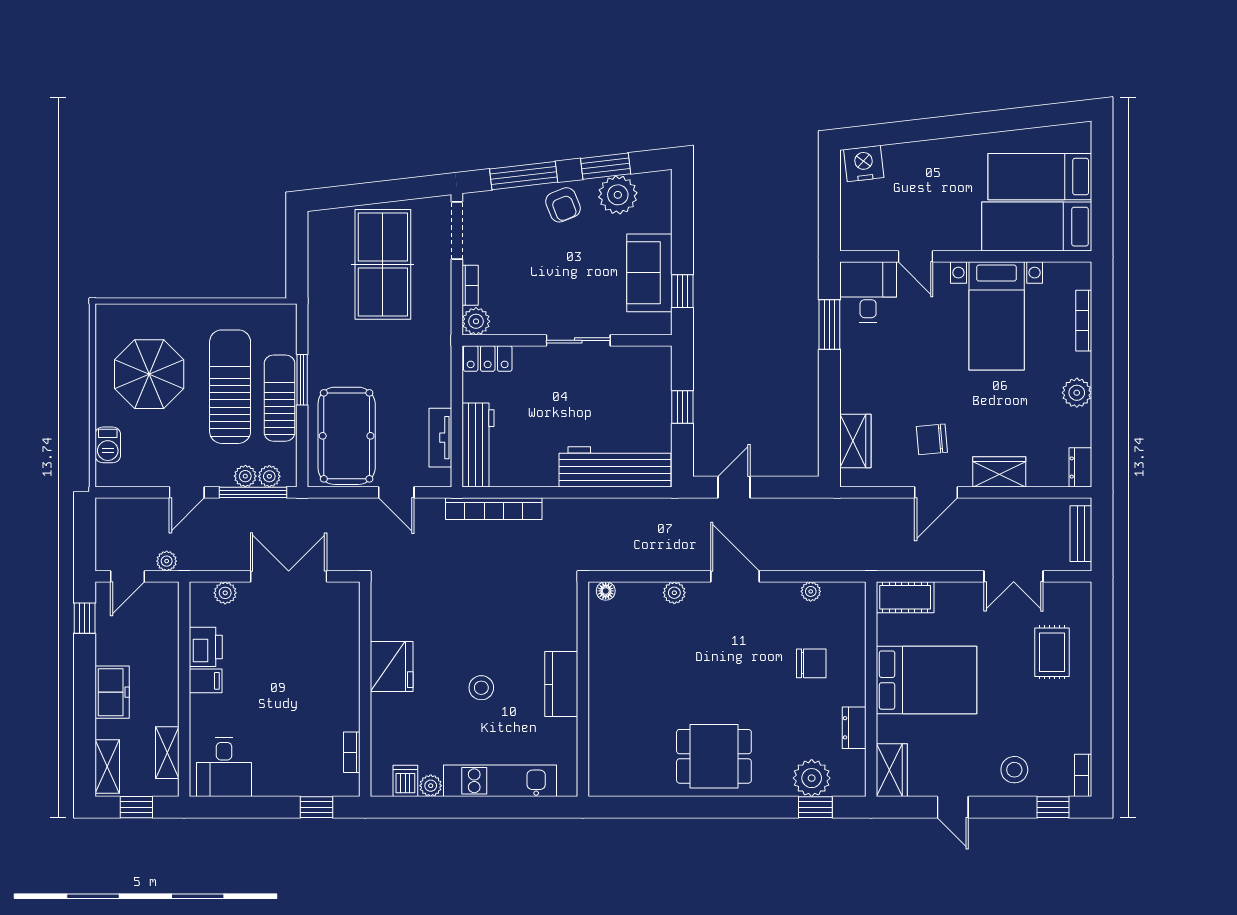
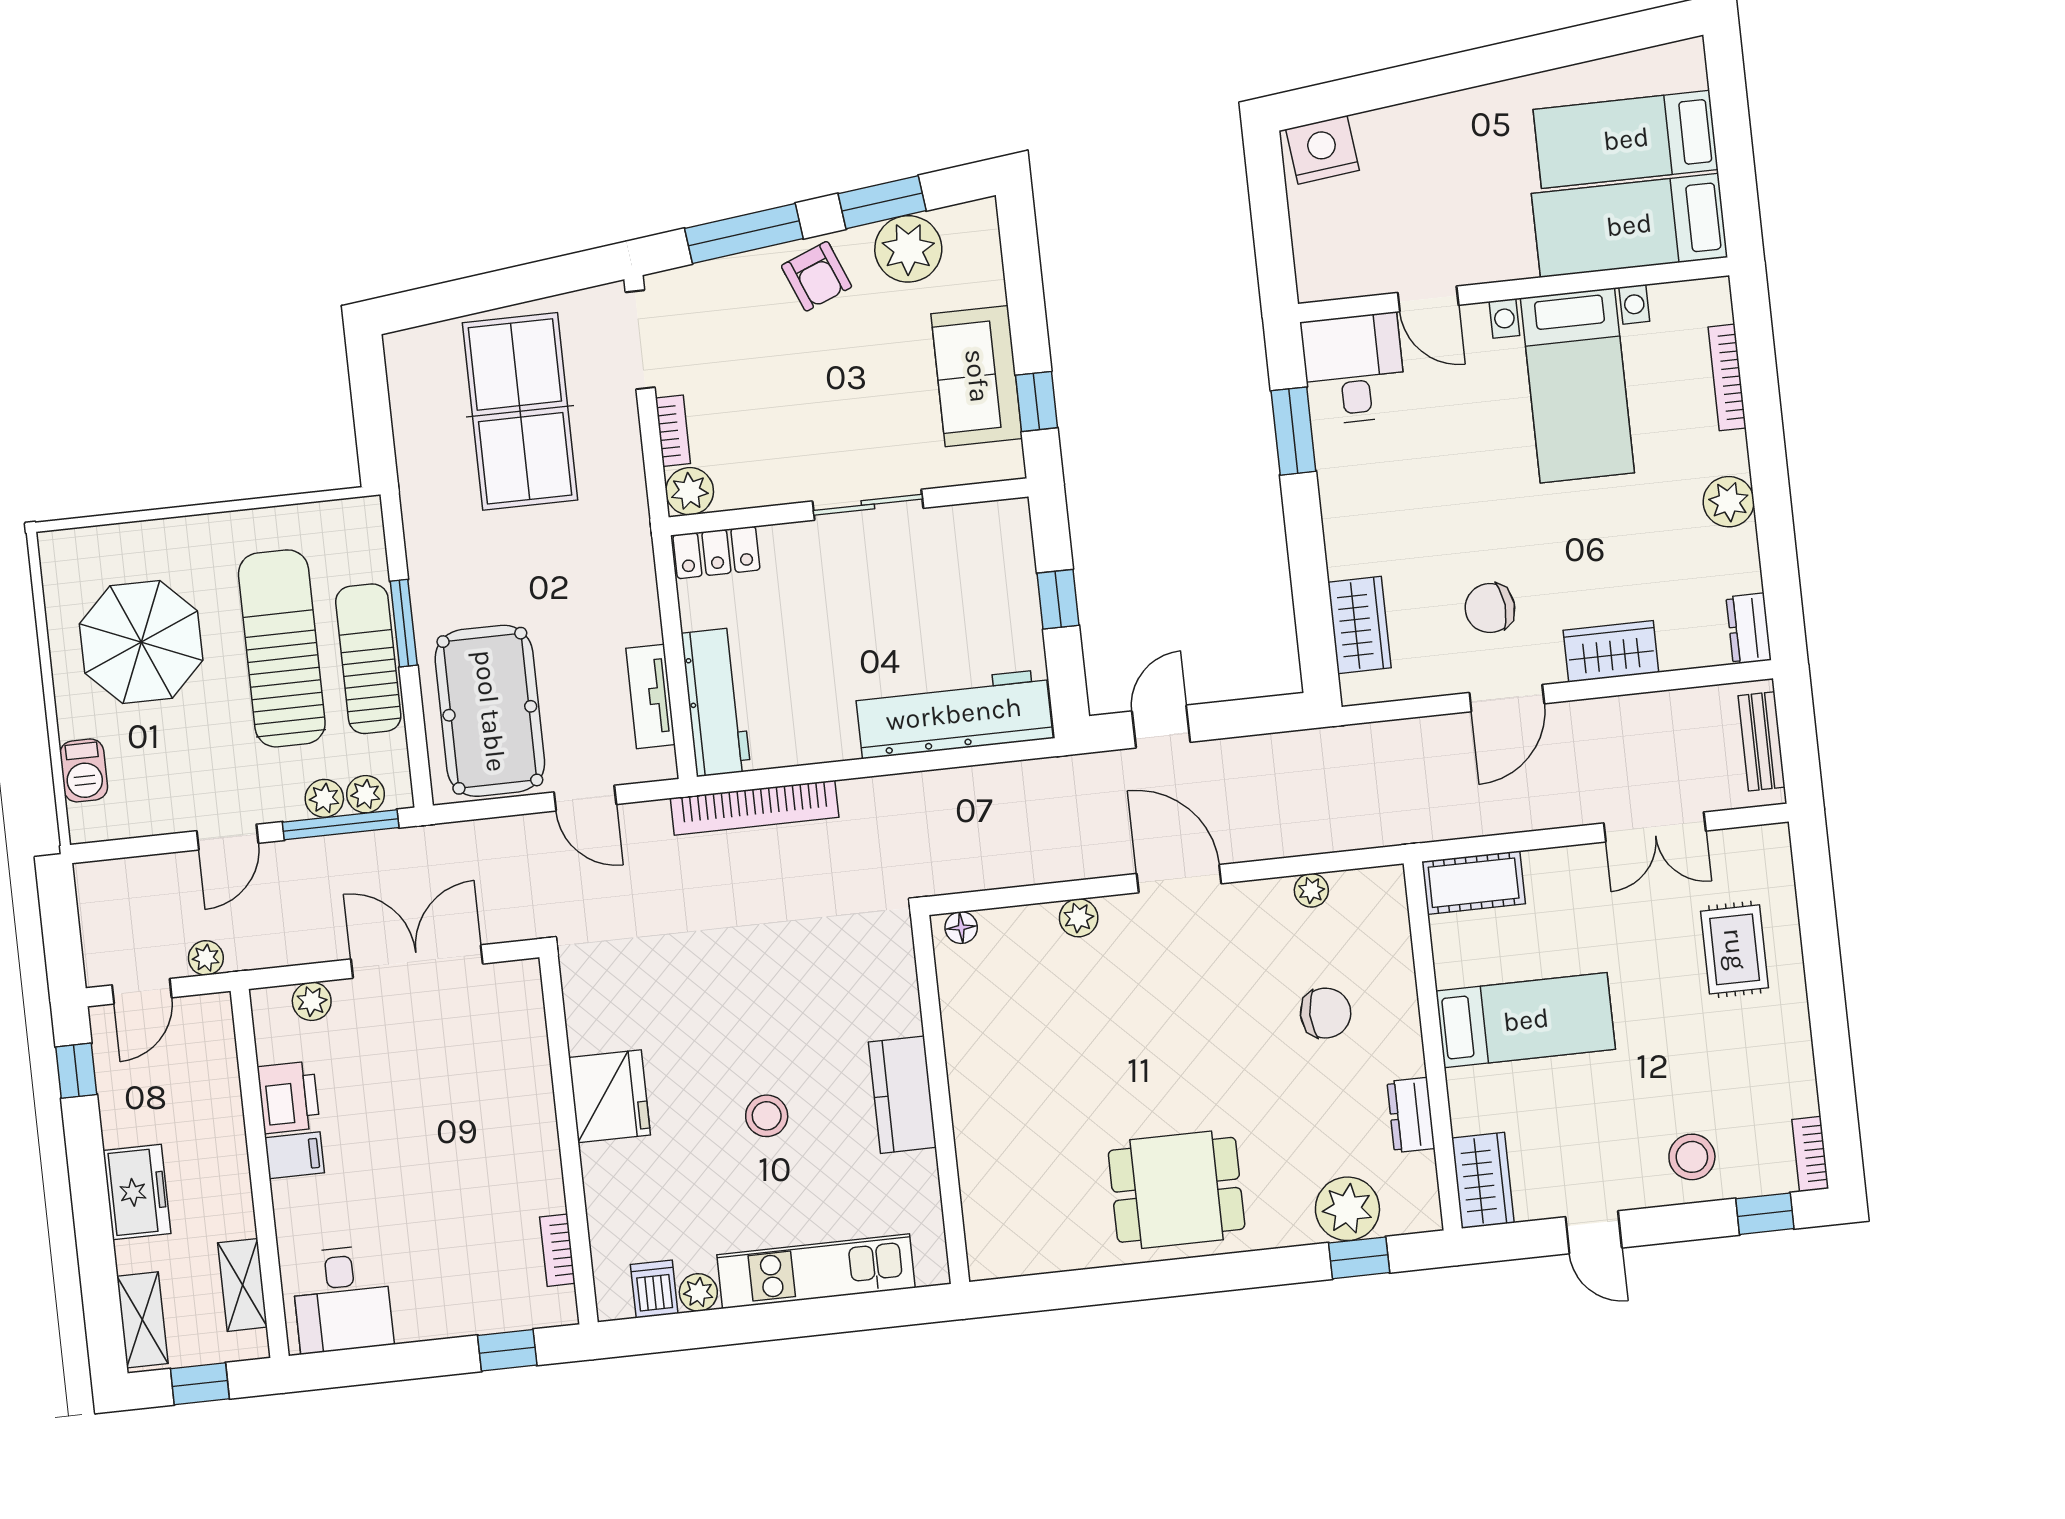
bed: (927, 680) -> (1526, 1020), width x0.67

